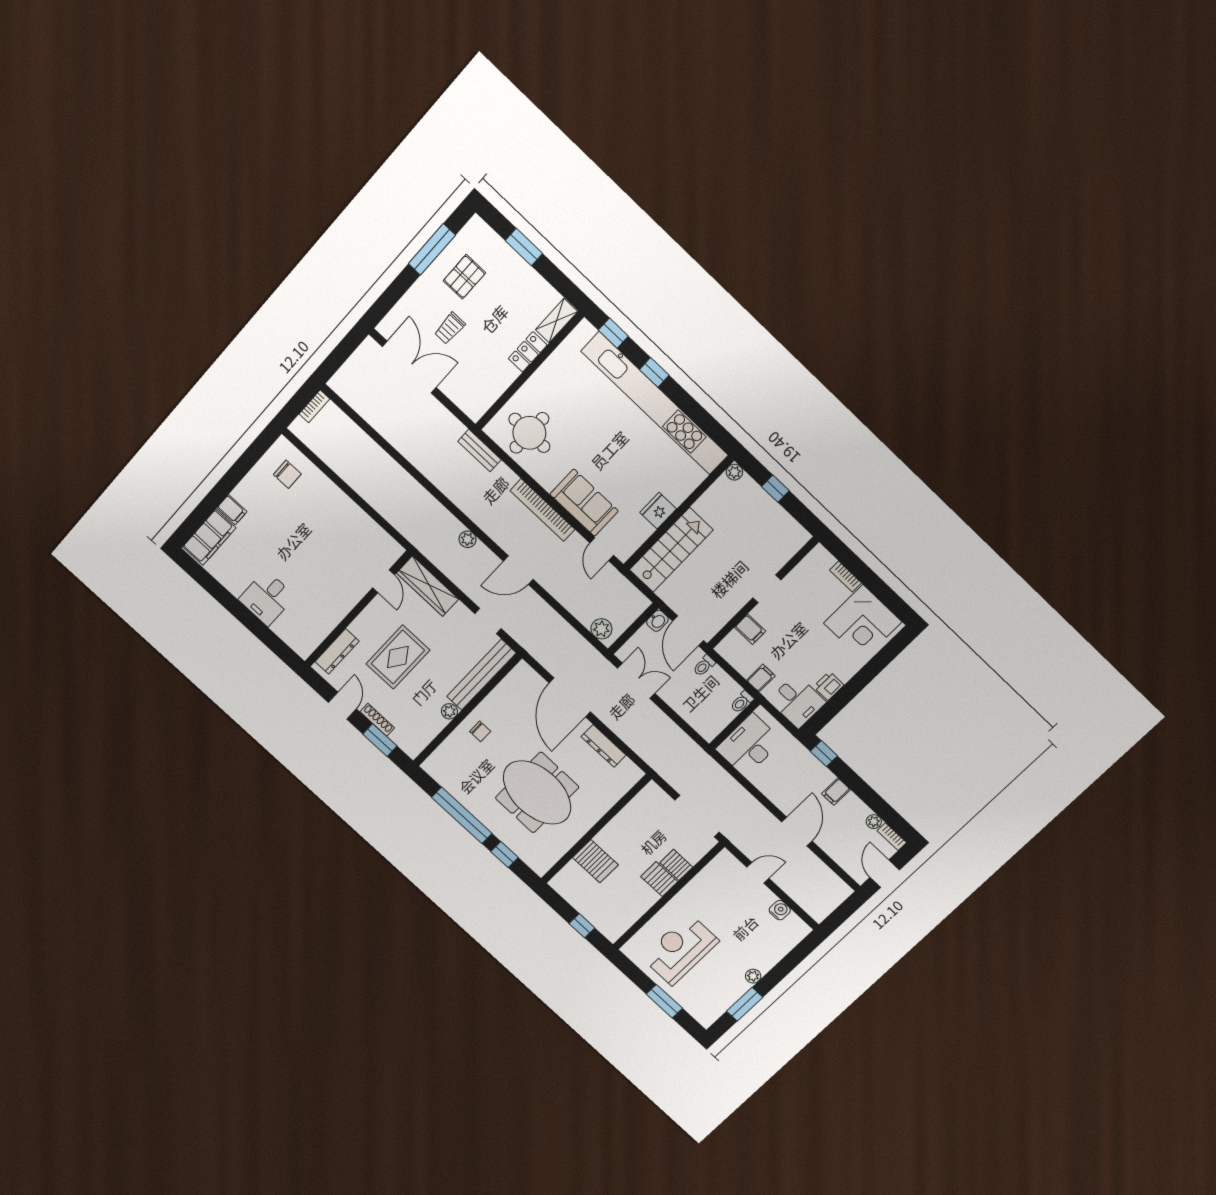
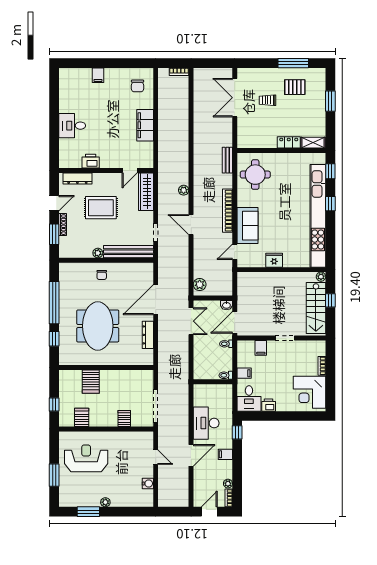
double door: (409, 367) -> (235, 98), swing flipped
filing cabinet: (209, 537) -> (145, 125), moved, turned 90
stairs: (671, 550) -> (316, 308), moved, turned 90
printer: (330, 617) -> (91, 161), added
desk: (749, 745) -> (206, 423), moved, turned -90
server rack: (659, 879) -> (82, 417), moved

